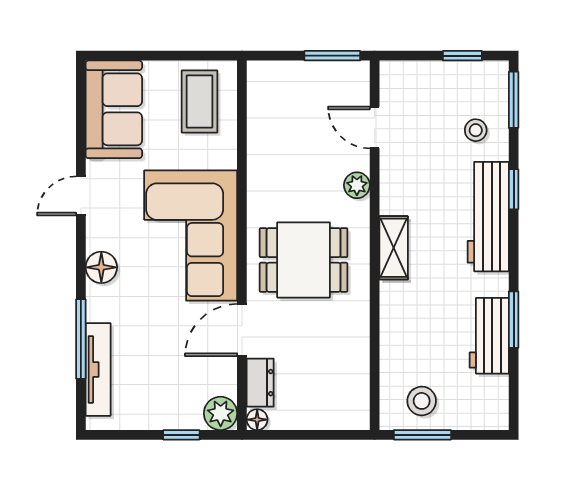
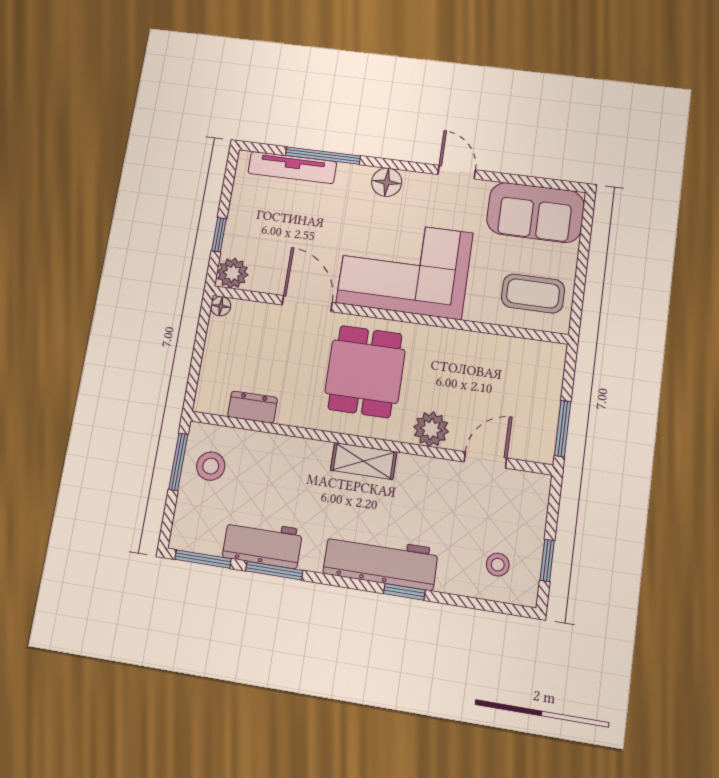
window: (514, 100) -> (203, 559), moved
stool: (476, 130) -> (498, 565), moved
plant: (357, 185) -> (431, 429), width x1.38, depth x1.38
dresser: (260, 383) -> (252, 407), moved, turned 180

